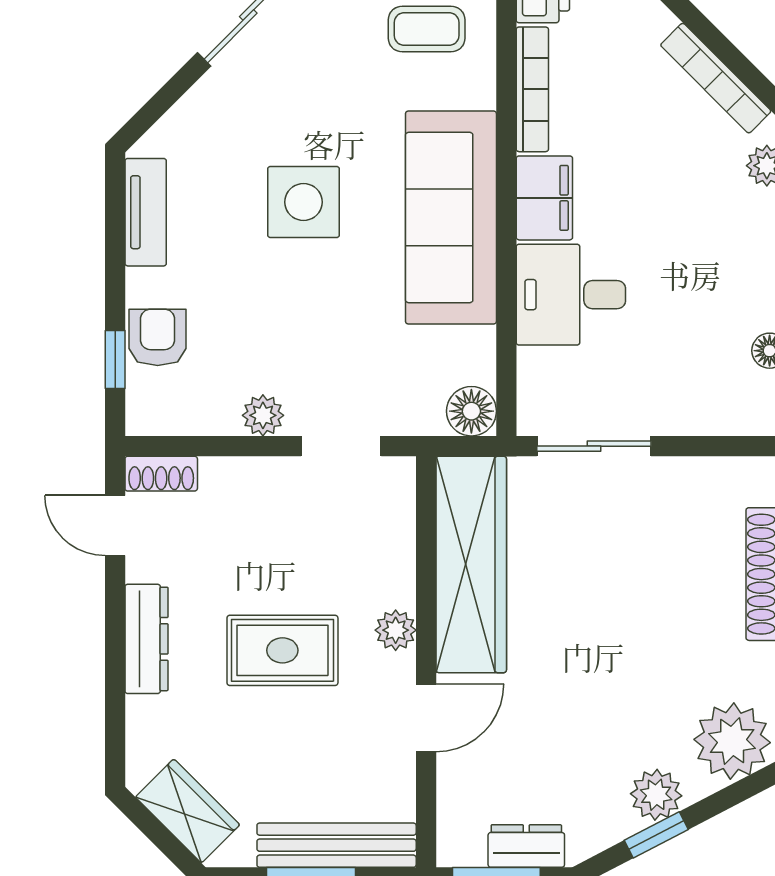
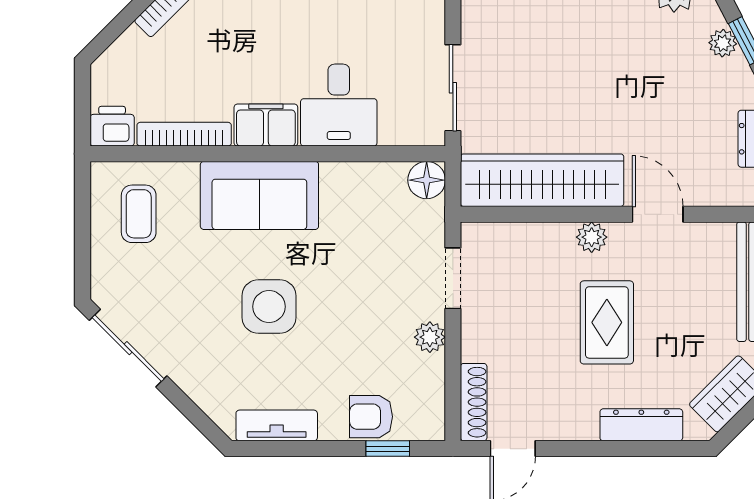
sofa: (451, 218) -> (259, 195), width x0.73
shoe rack: (161, 474) -> (474, 402), width x1.43
dresser: (147, 639) -> (641, 425), moved
plant: (656, 795) -> (723, 43), width x0.73, depth x0.73

